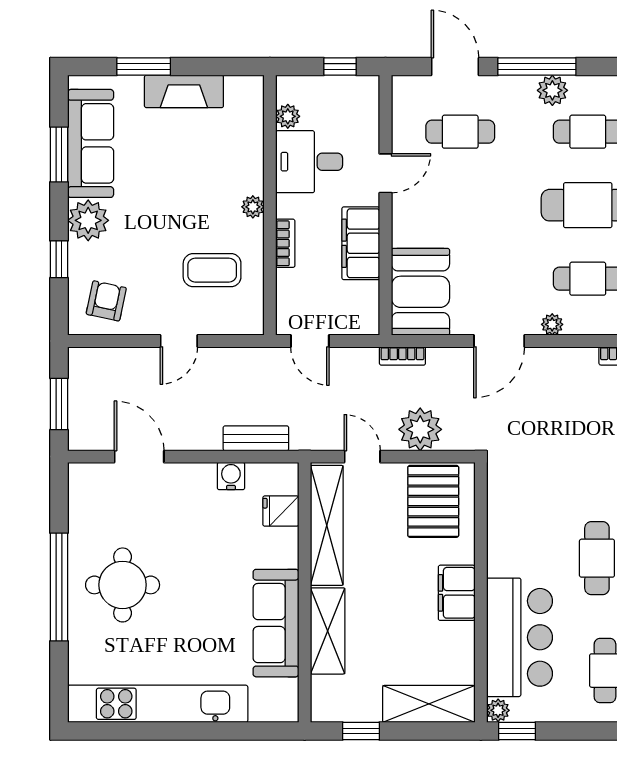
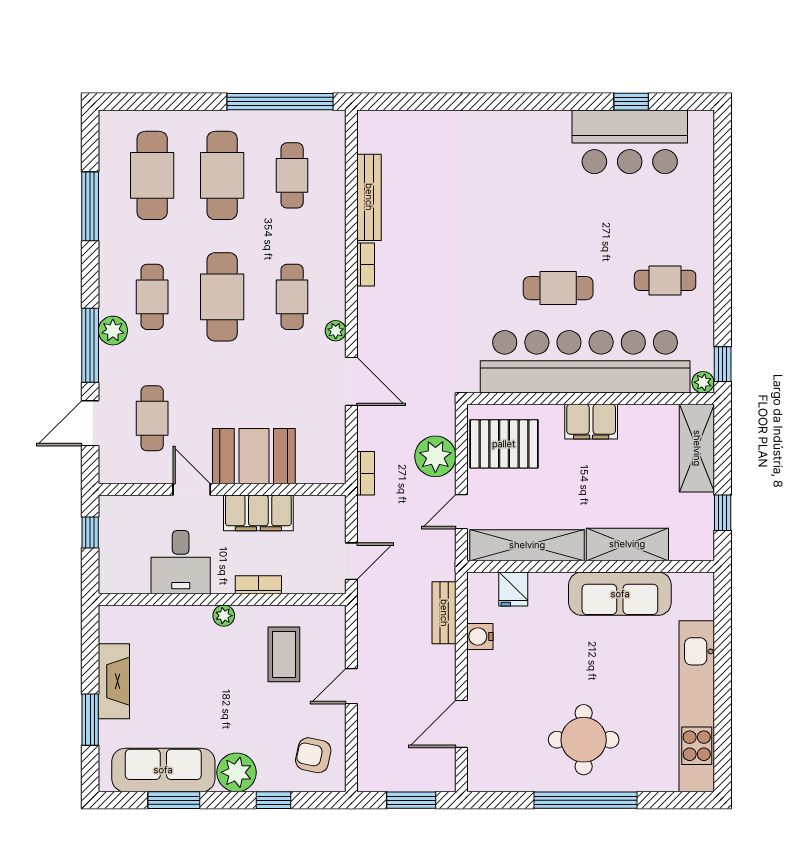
plant: (288, 116) -> (138, 582), removed
booth: (420, 292) -> (254, 456), moved
door: (179, 341) -> (351, 686), swing flipped
bar counter: (520, 637) -> (585, 362), width x1.86

